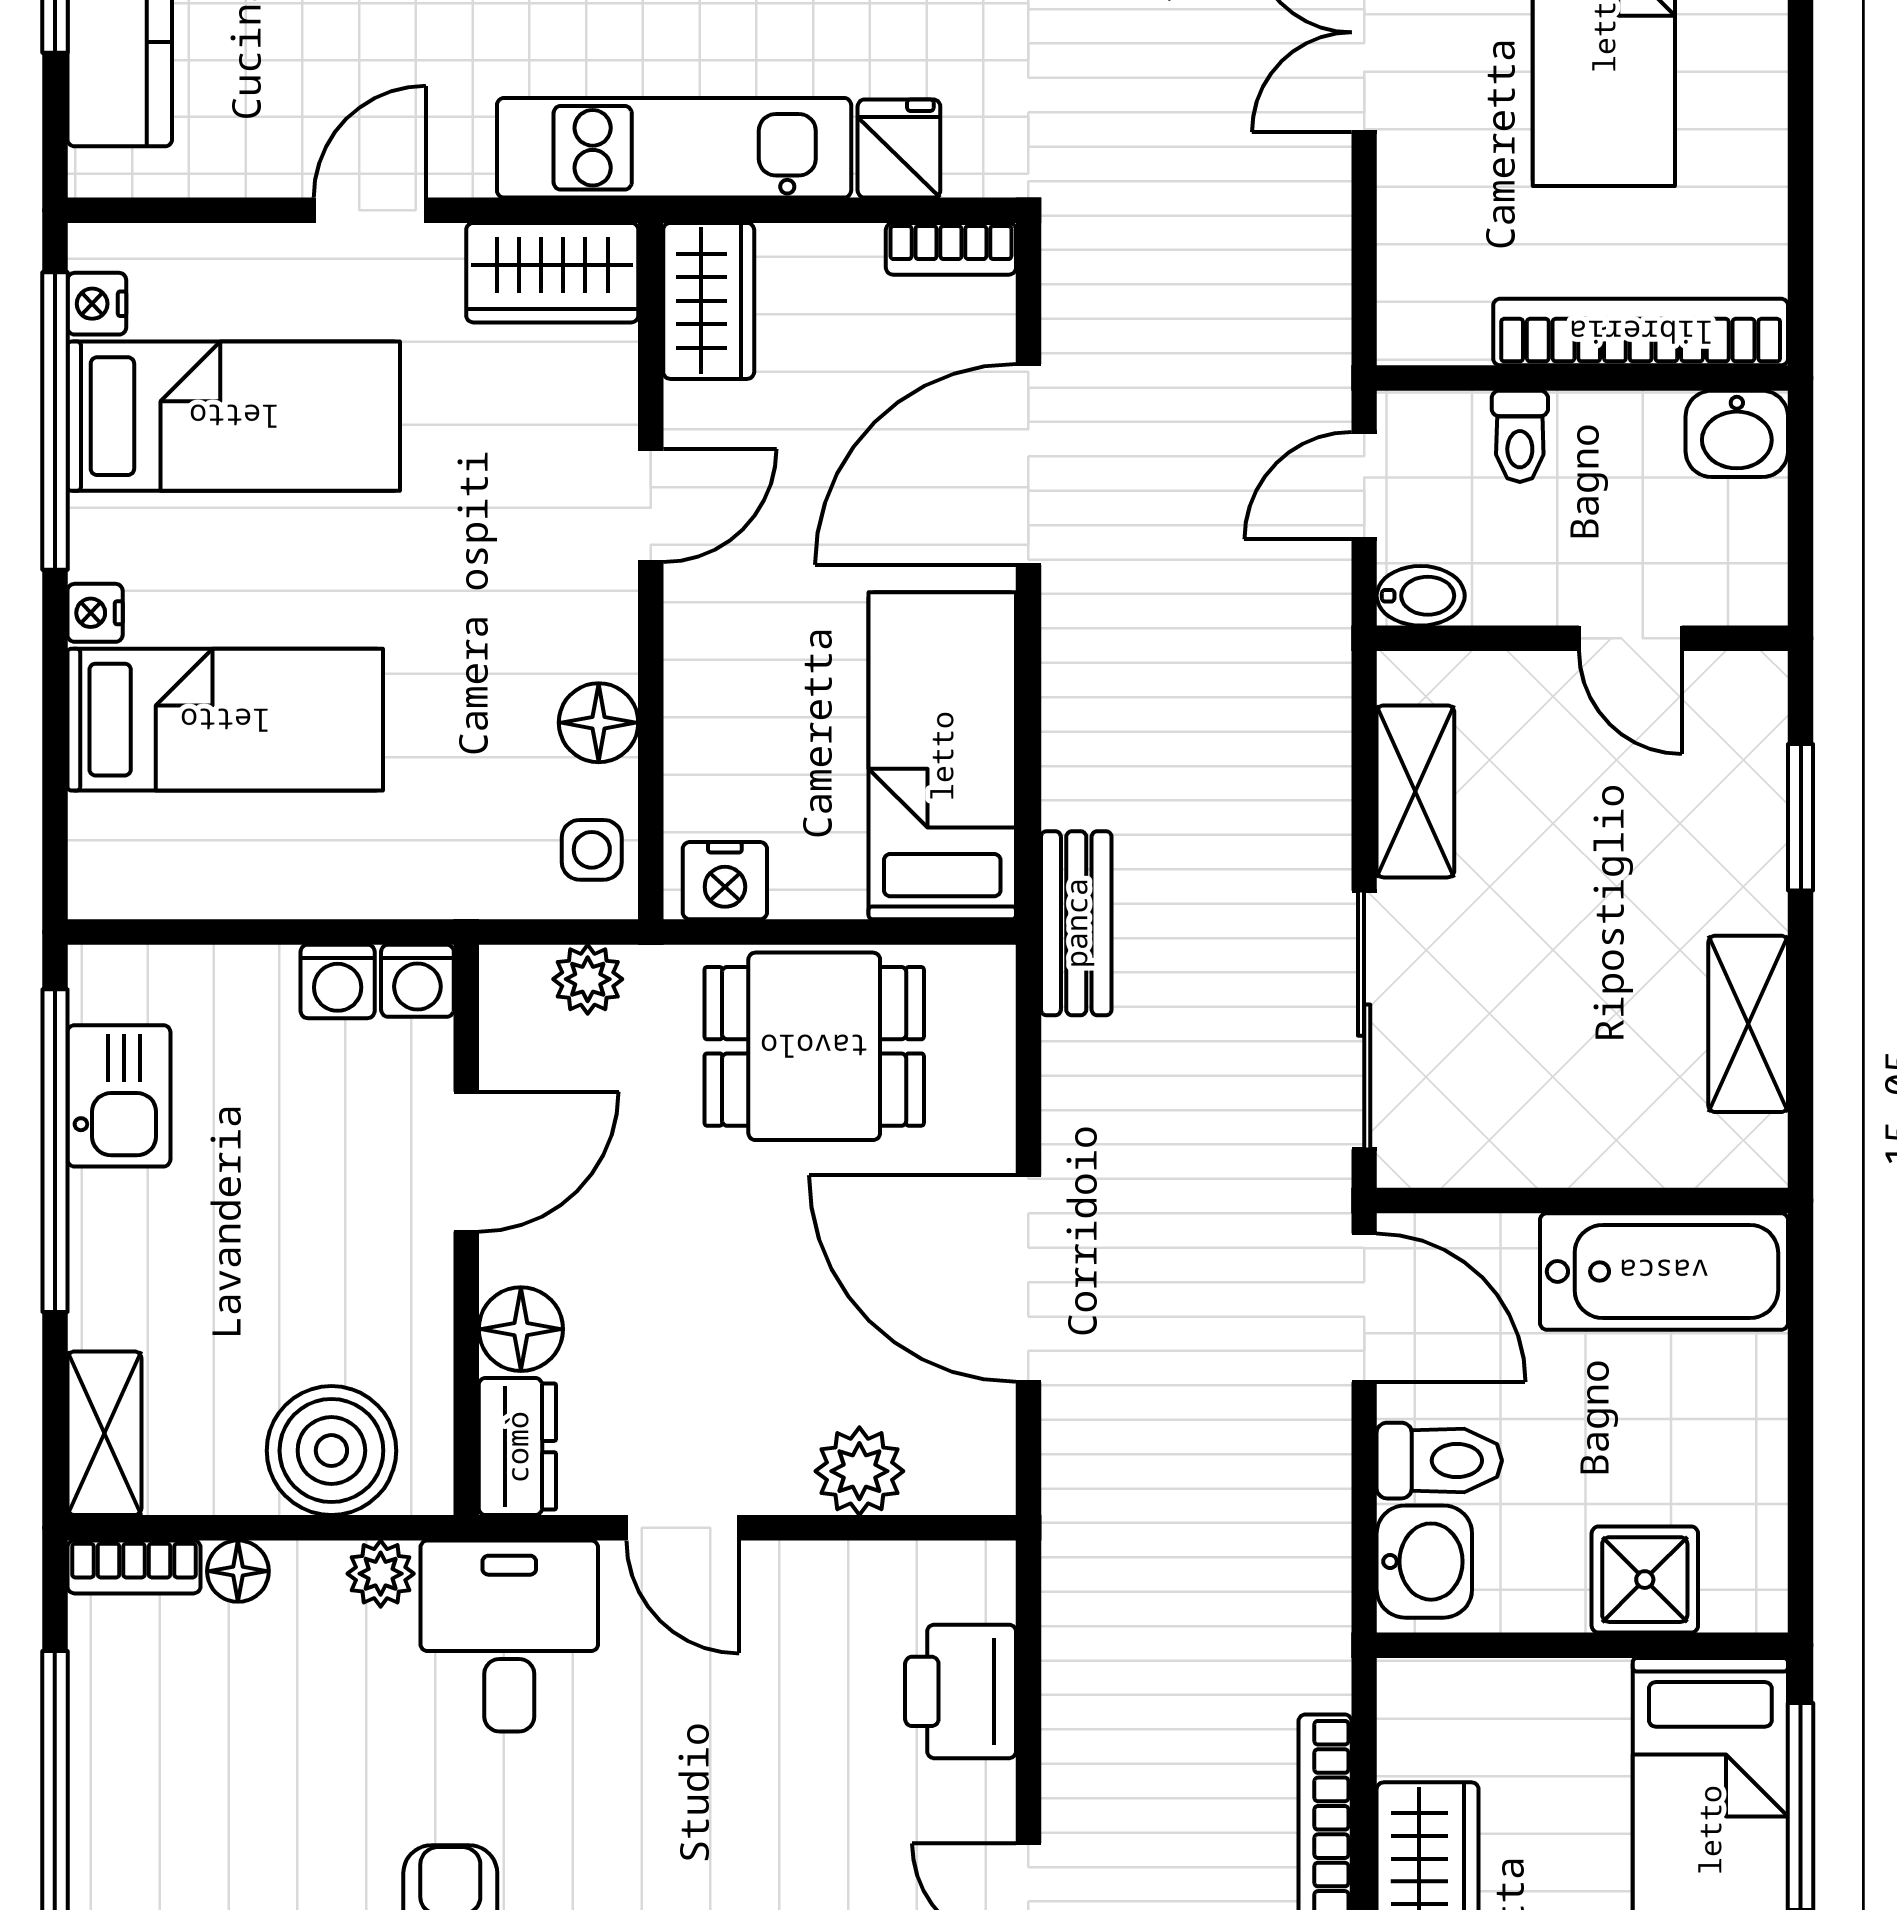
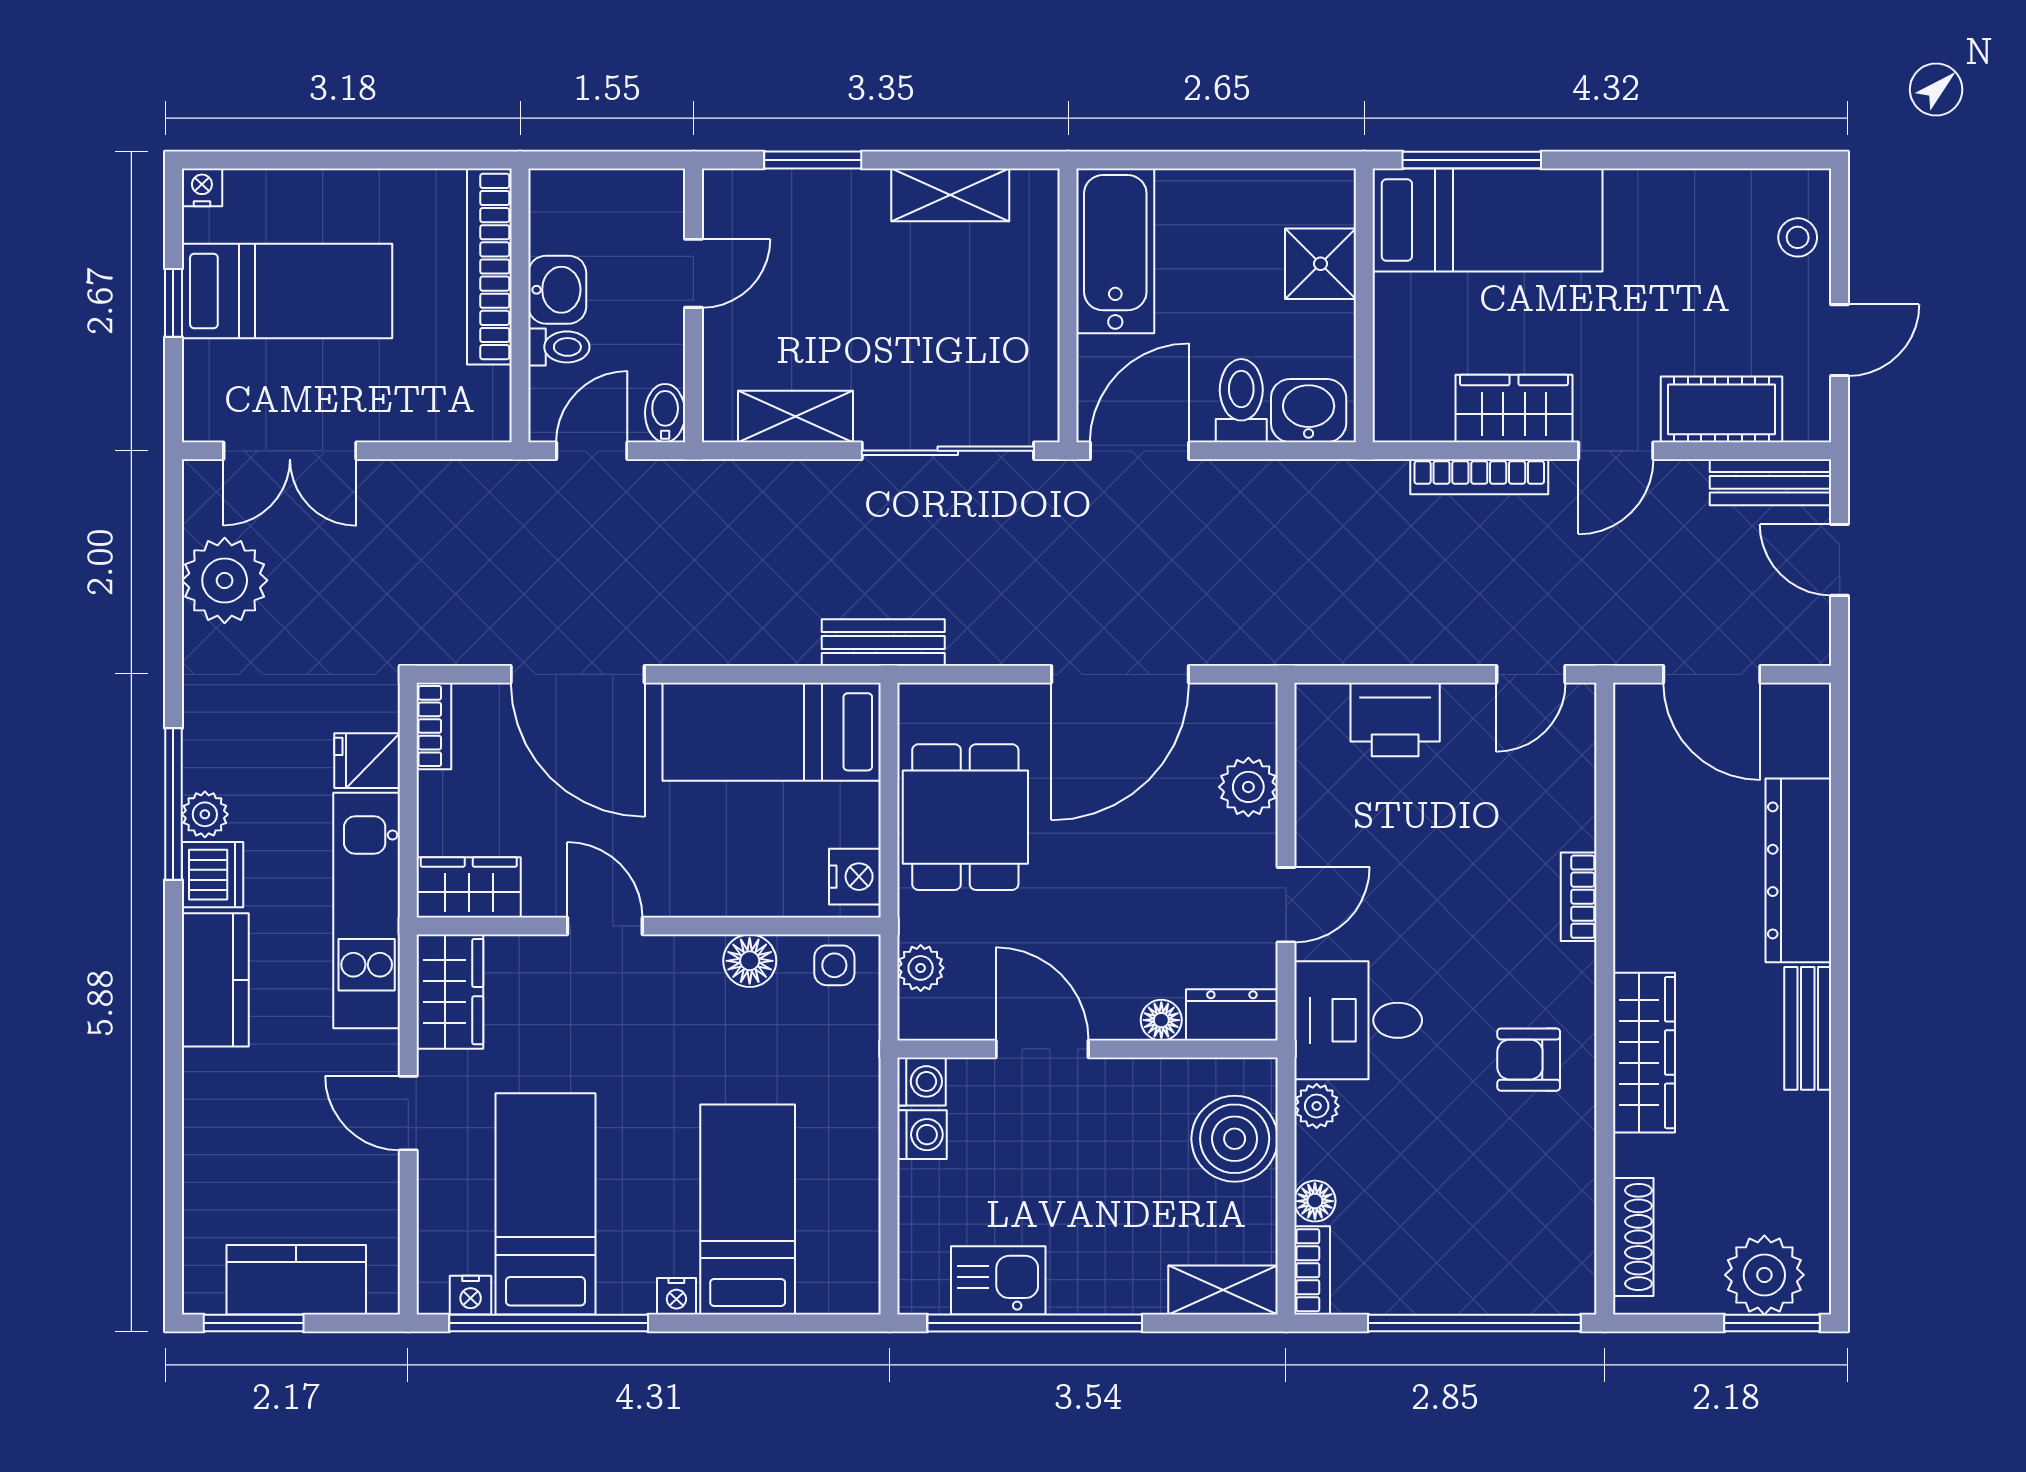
washbasin: (1737, 434) -> (557, 290), moved
door: (1364, 486) -> (592, 451), swing flipped
floor lamp: (521, 1329) -> (1161, 1020), width x0.73, depth x0.73

